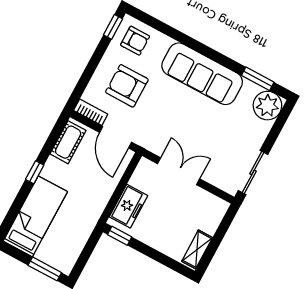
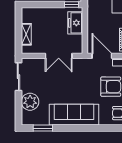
plant: (267, 106) -> (30, 102), moved
shelving: (197, 249) -> (26, 34), moved

